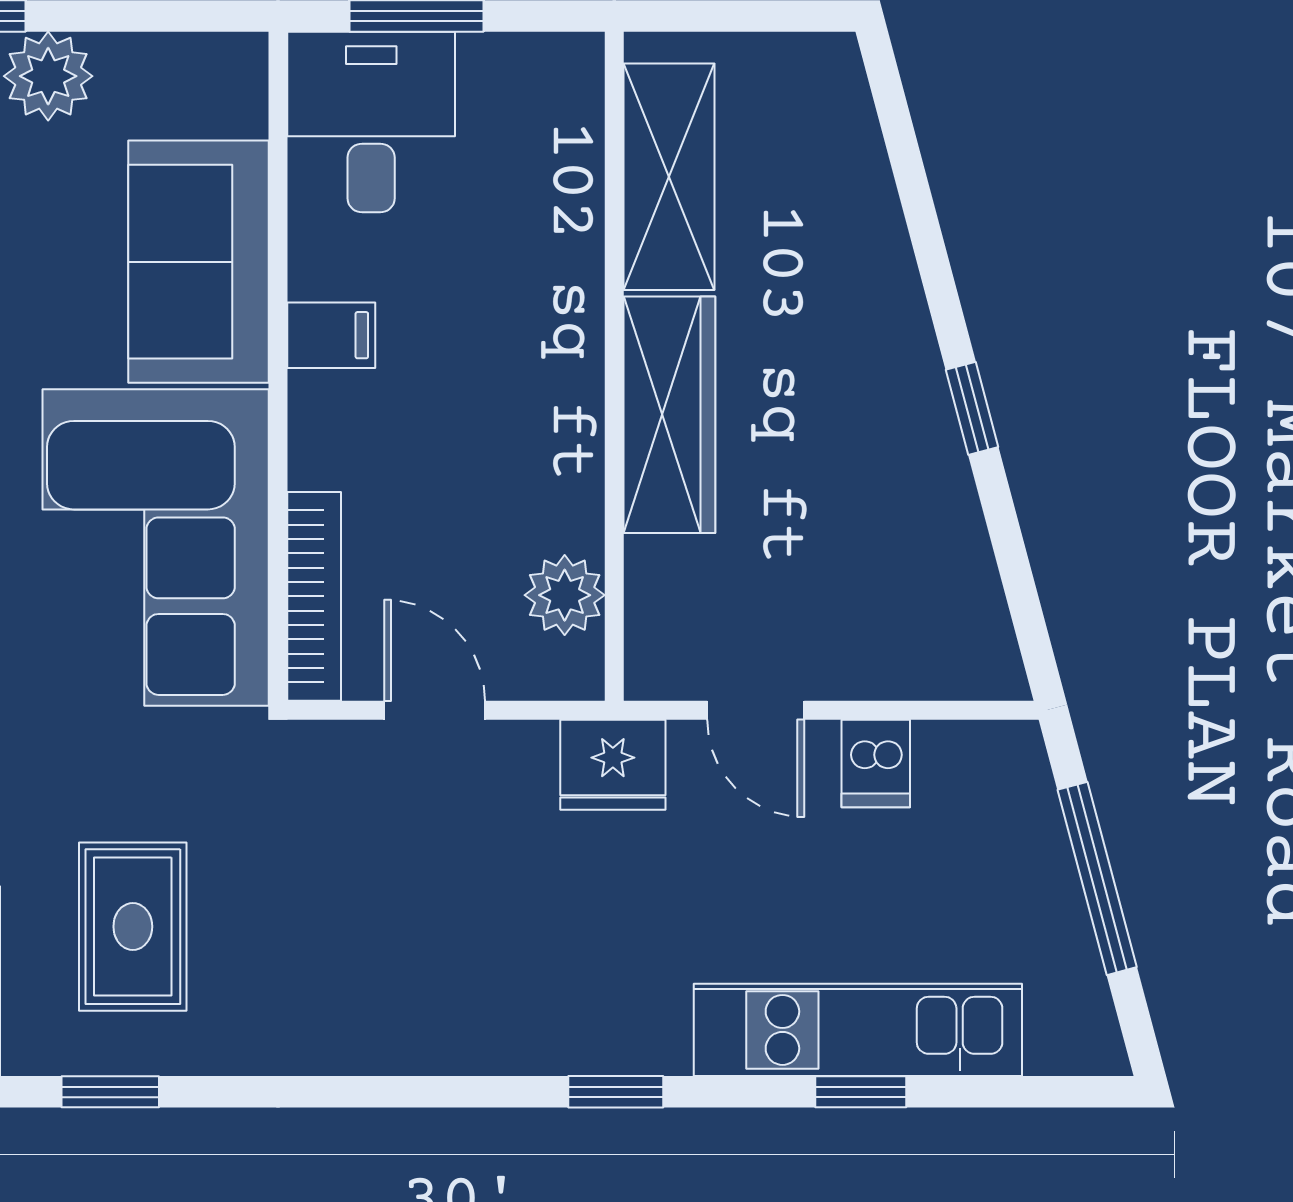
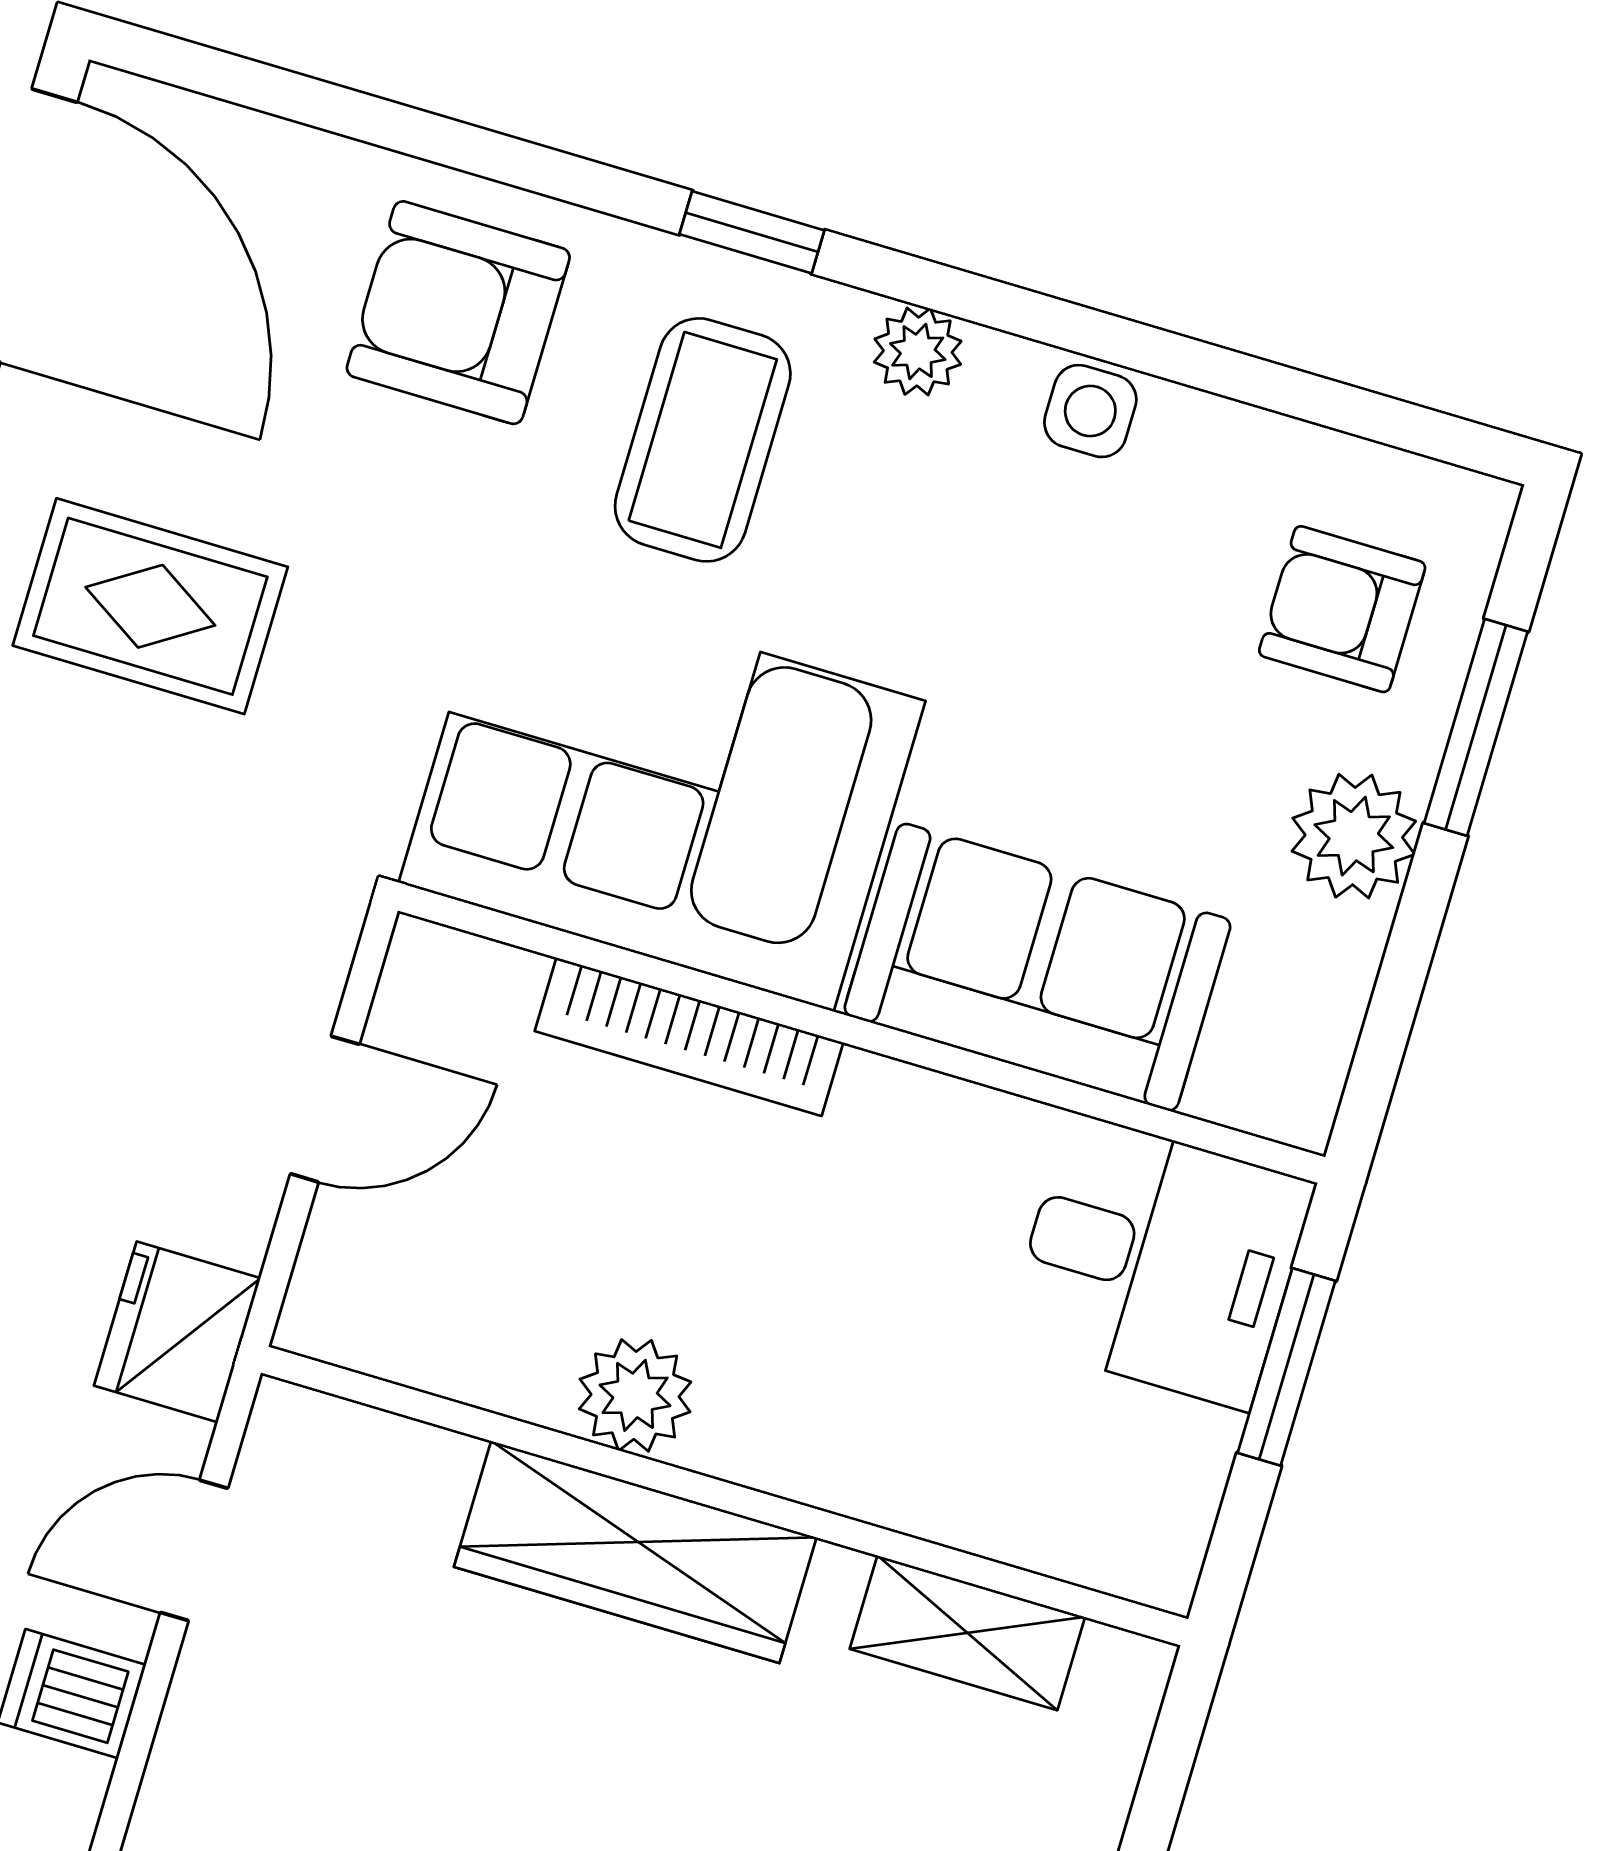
shelving: (669, 177) -> (967, 1633), width x0.67, depth x0.75
filing cabinet: (331, 335) -> (882, 1120), removed
plant: (565, 595) -> (635, 1395), moved
bookcase: (314, 596) -> (689, 1037), moved

